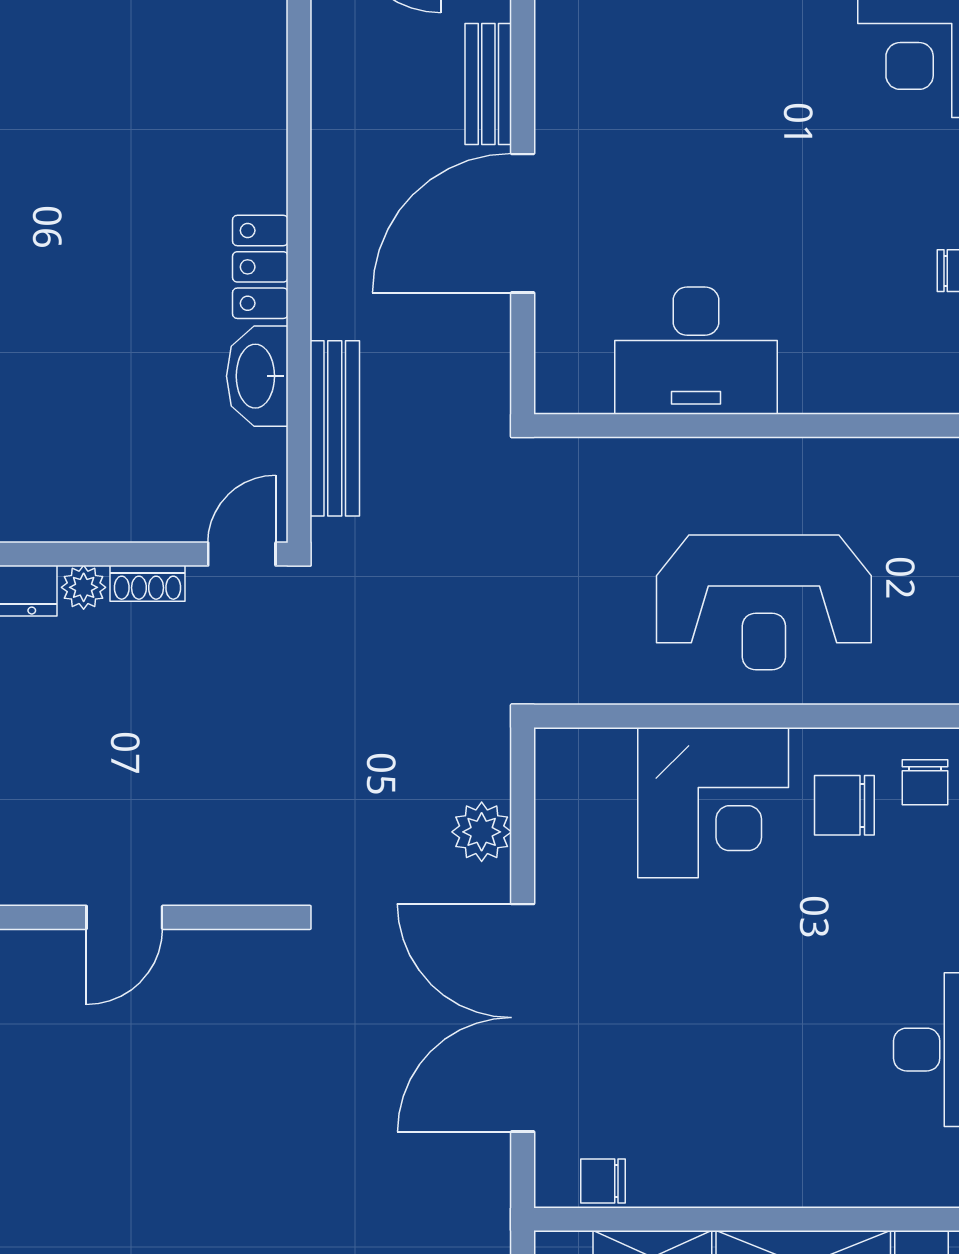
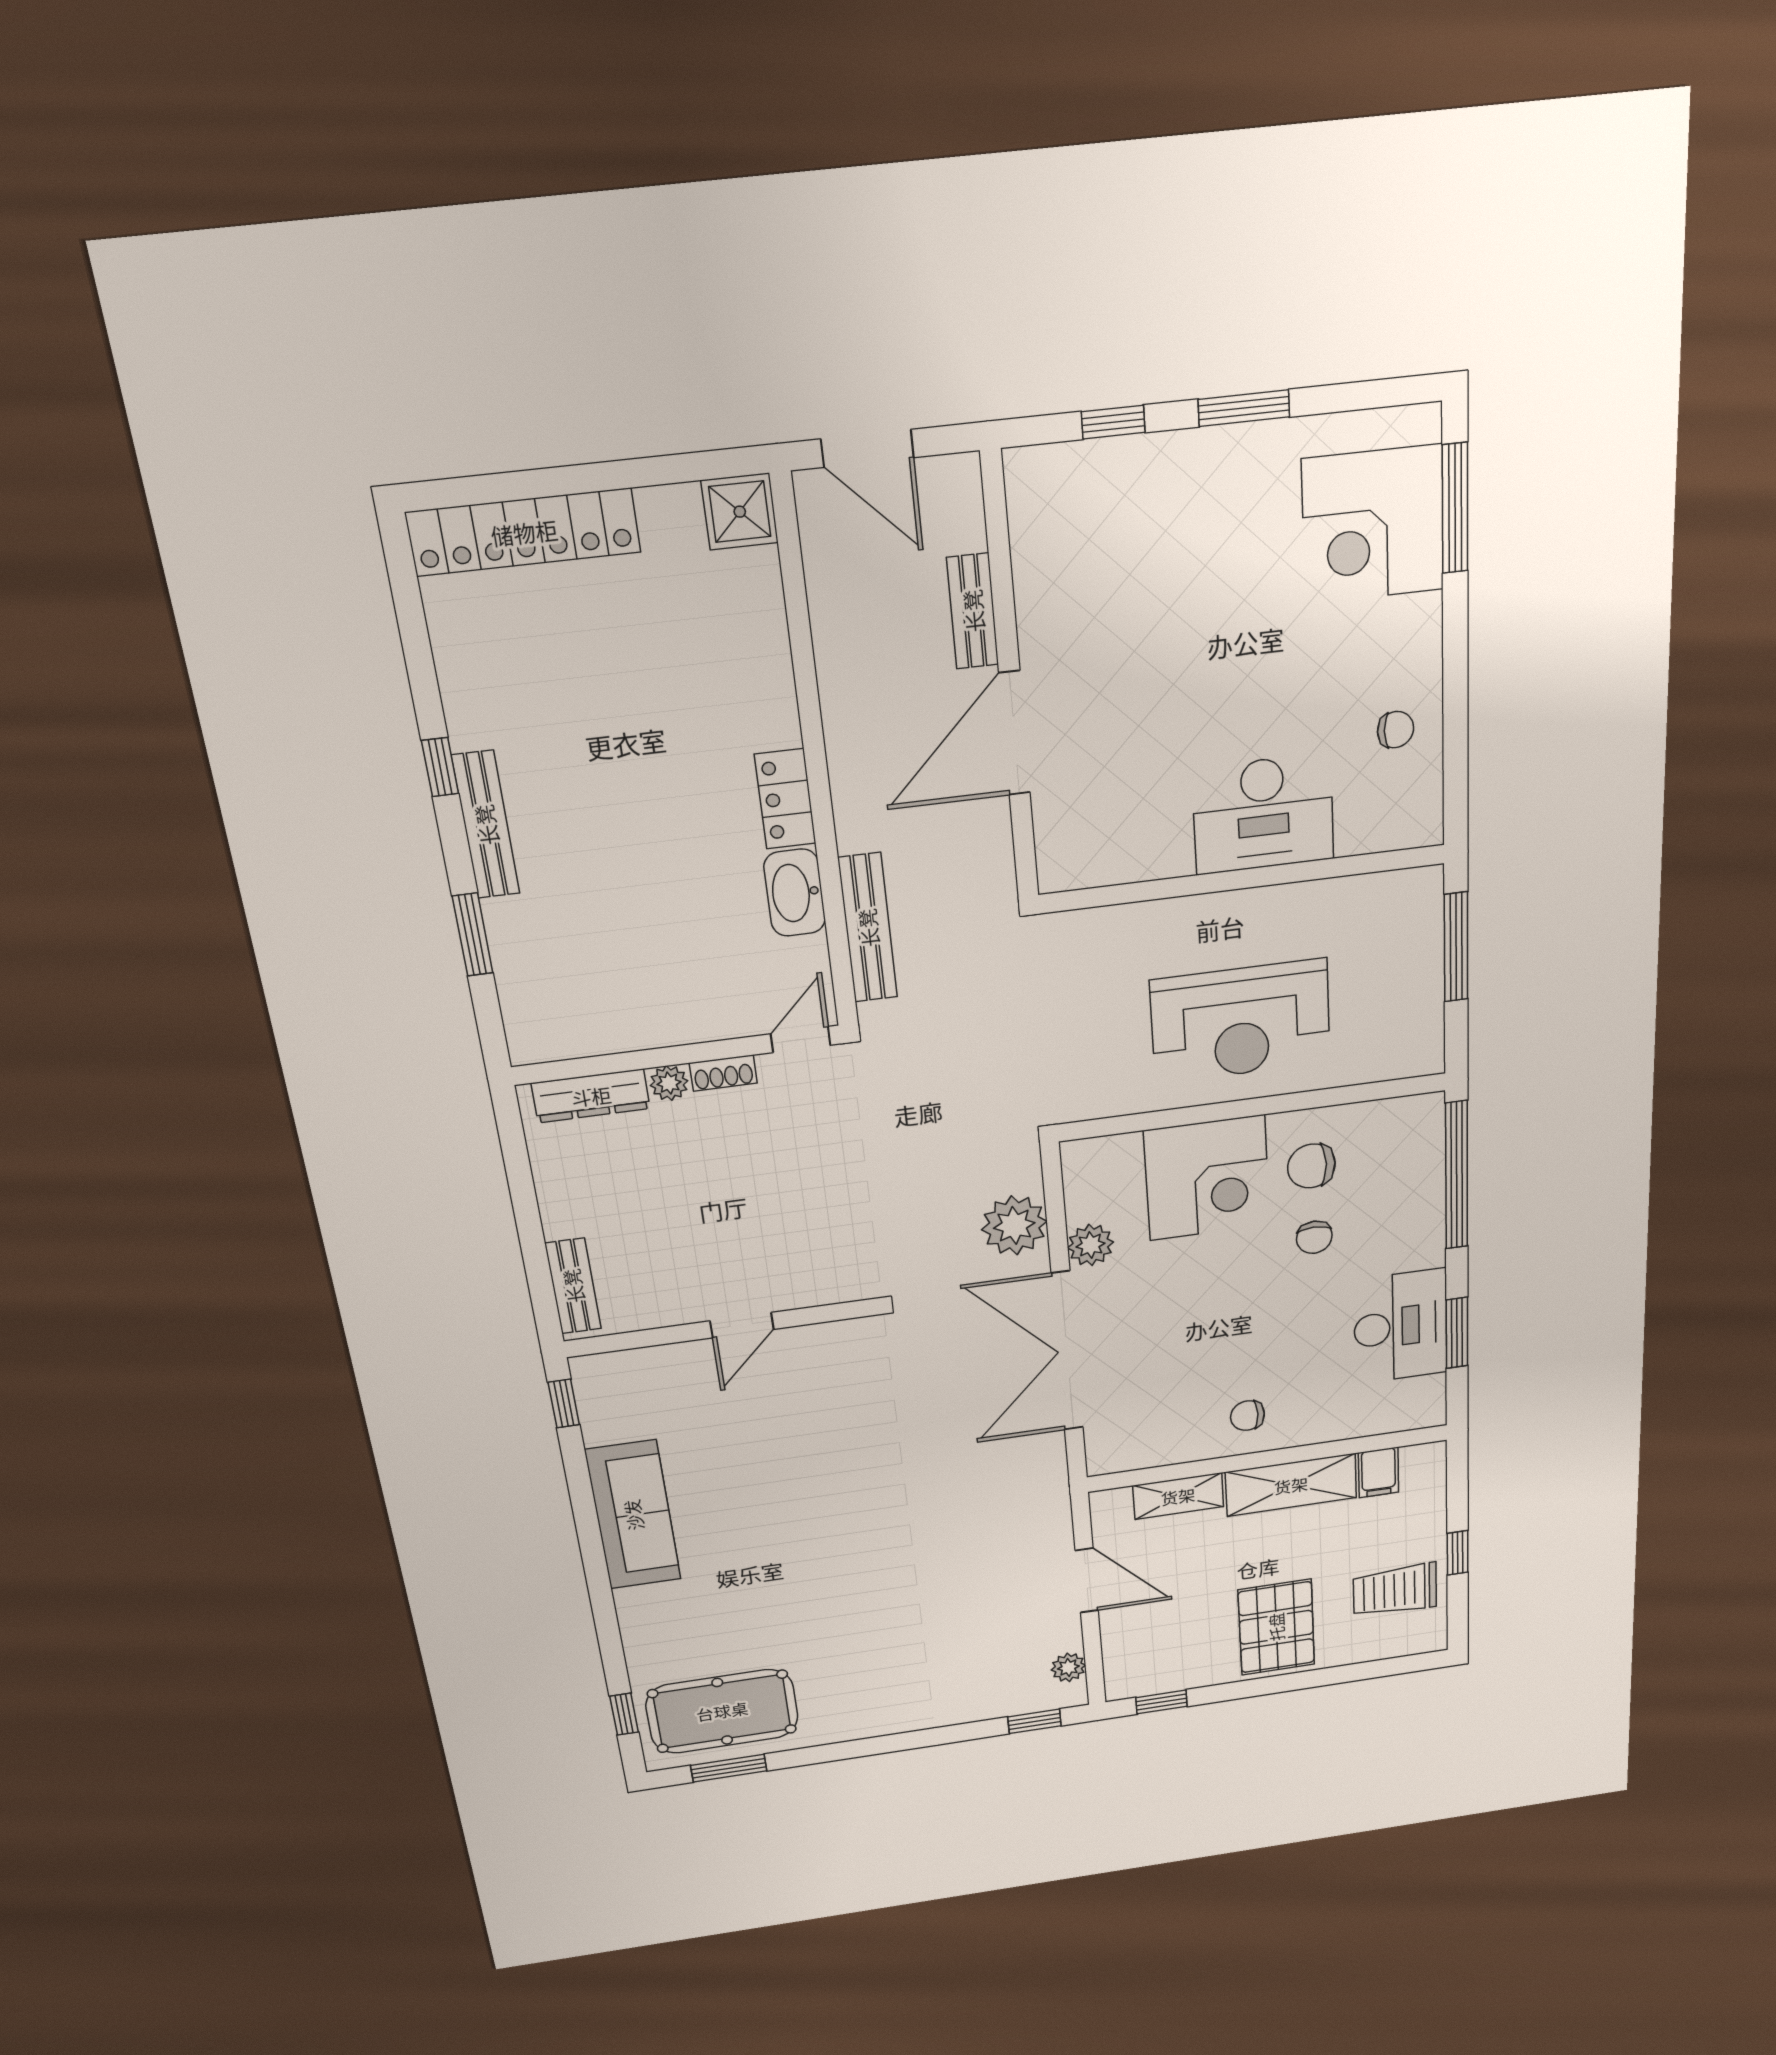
desk: (696, 351) -> (1263, 814), moved
chair: (925, 782) -> (1314, 1237), moved
plant: (482, 832) -> (1014, 1225), width x1.36, depth x1.36
plant: (563, 873) -> (1090, 1245), added
chair: (603, 1181) -> (1247, 1416), moved

